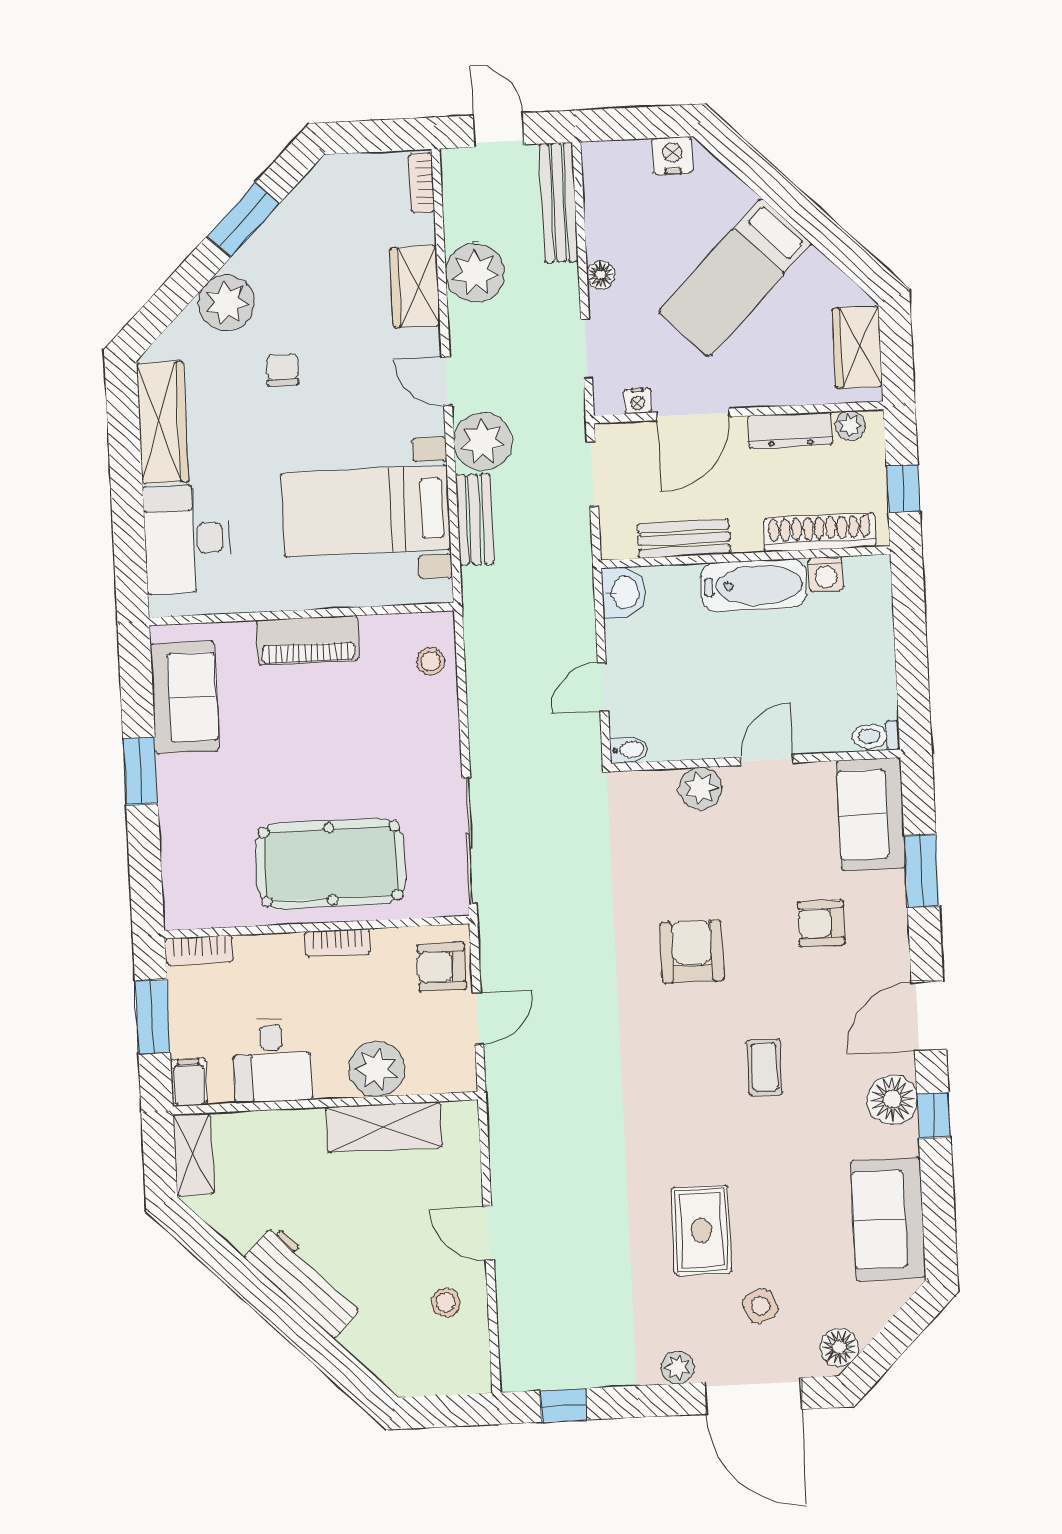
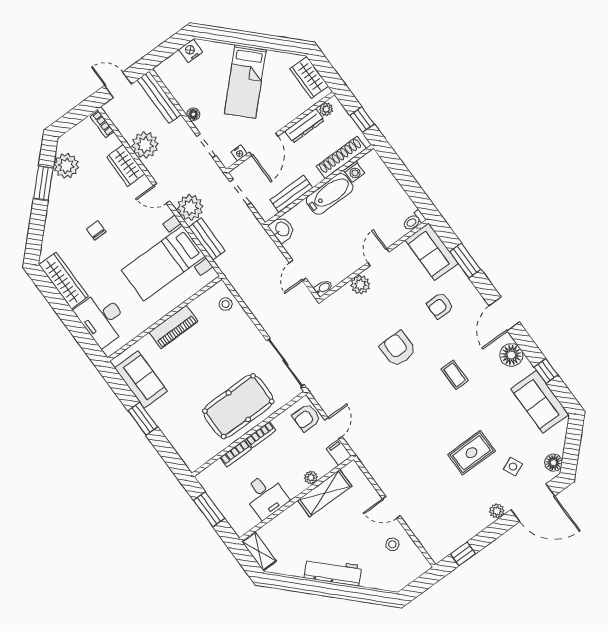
plant: (227, 303) -> (66, 166), moved
bookcase: (199, 950) -> (236, 453), moved
plant: (377, 1069) -> (311, 478), width x0.53, depth x0.53
filing cabinet: (189, 1082) -> (339, 452), moved
window: (934, 1116) -> (546, 371), moved
rug: (701, 1230) -> (472, 453), turned 90

